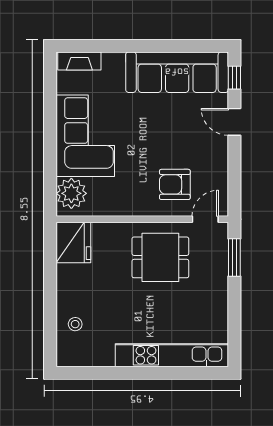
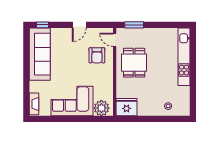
door: (234, 122) -> (79, 25), moved

